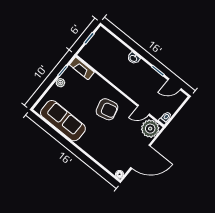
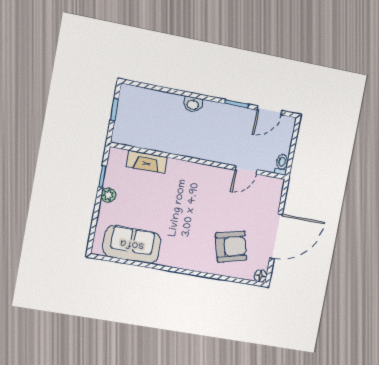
fireplace: (82, 68) -> (147, 162), moved
armchair: (107, 109) -> (231, 247), moved
sofa: (63, 121) -> (132, 244), width x0.73
plant: (150, 129) -> (269, 190), removed

